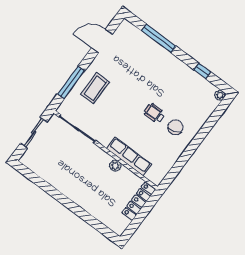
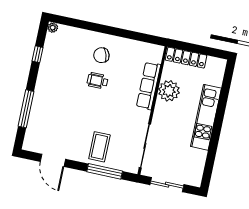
coffee table: (95, 88) -> (99, 147), turned 90
wheelchair: (154, 113) -> (98, 81), turned 90
plant: (115, 166) -> (169, 91), width x1.88, depth x1.88
kitchen unit: (78, 195) -> (206, 117), added

